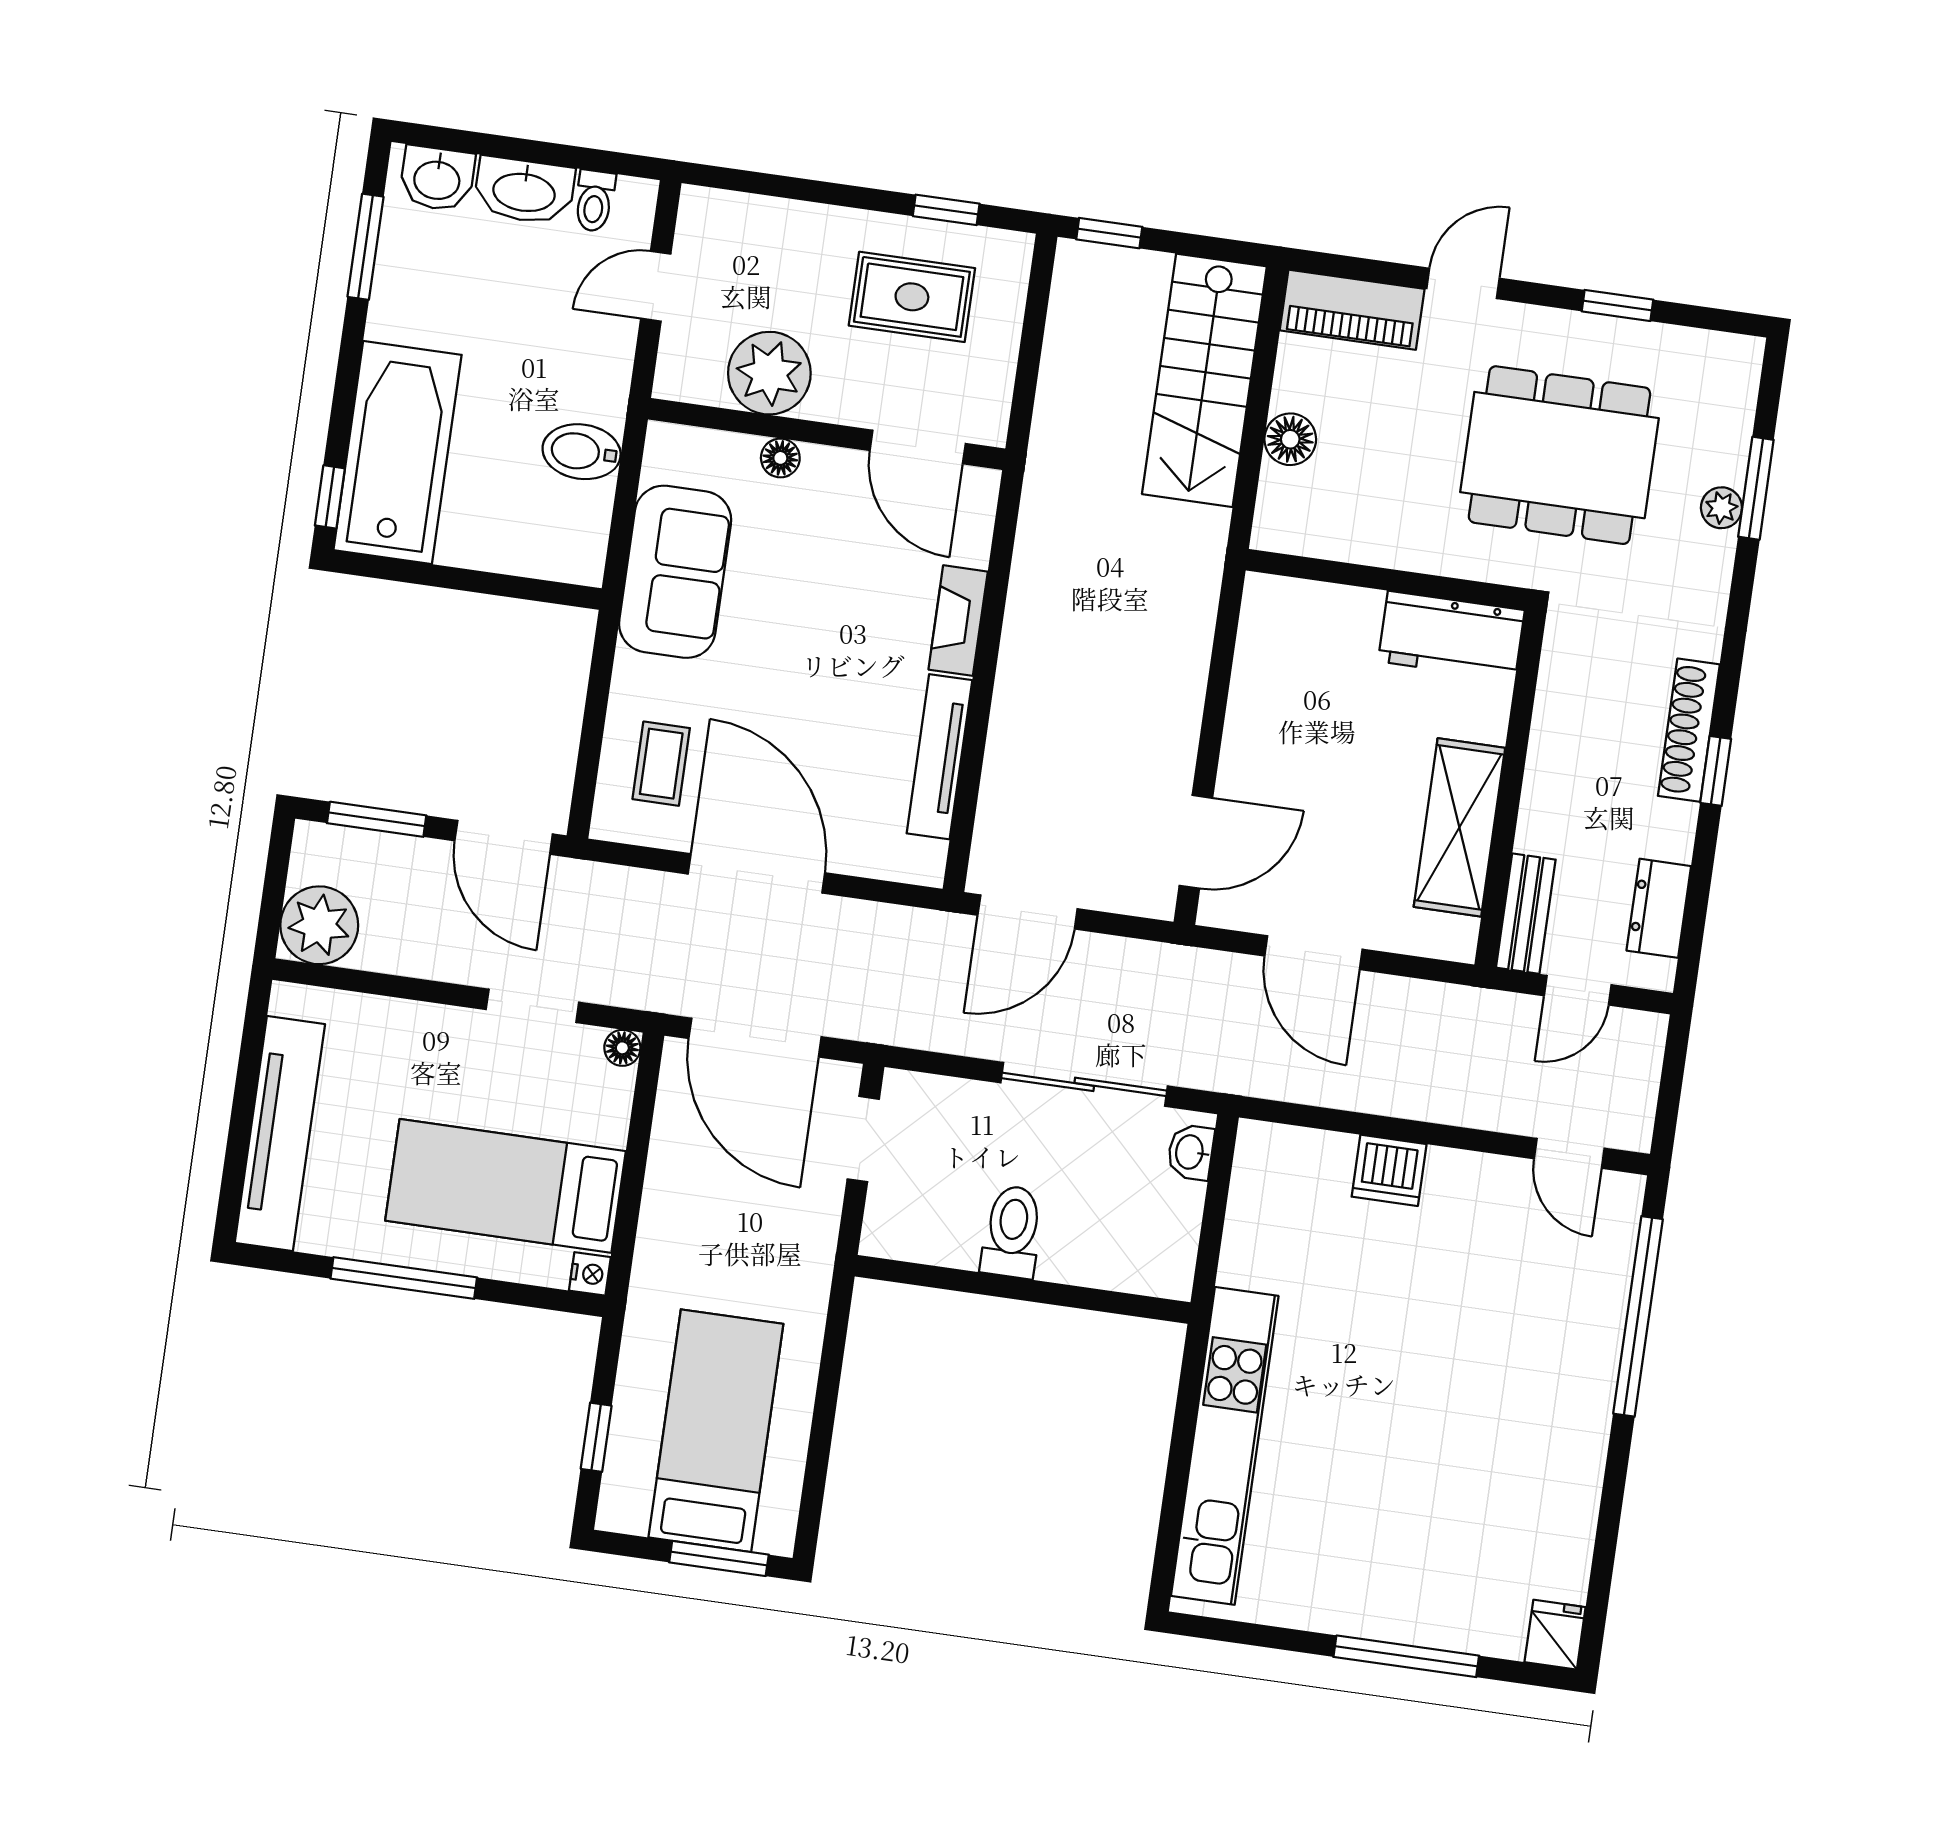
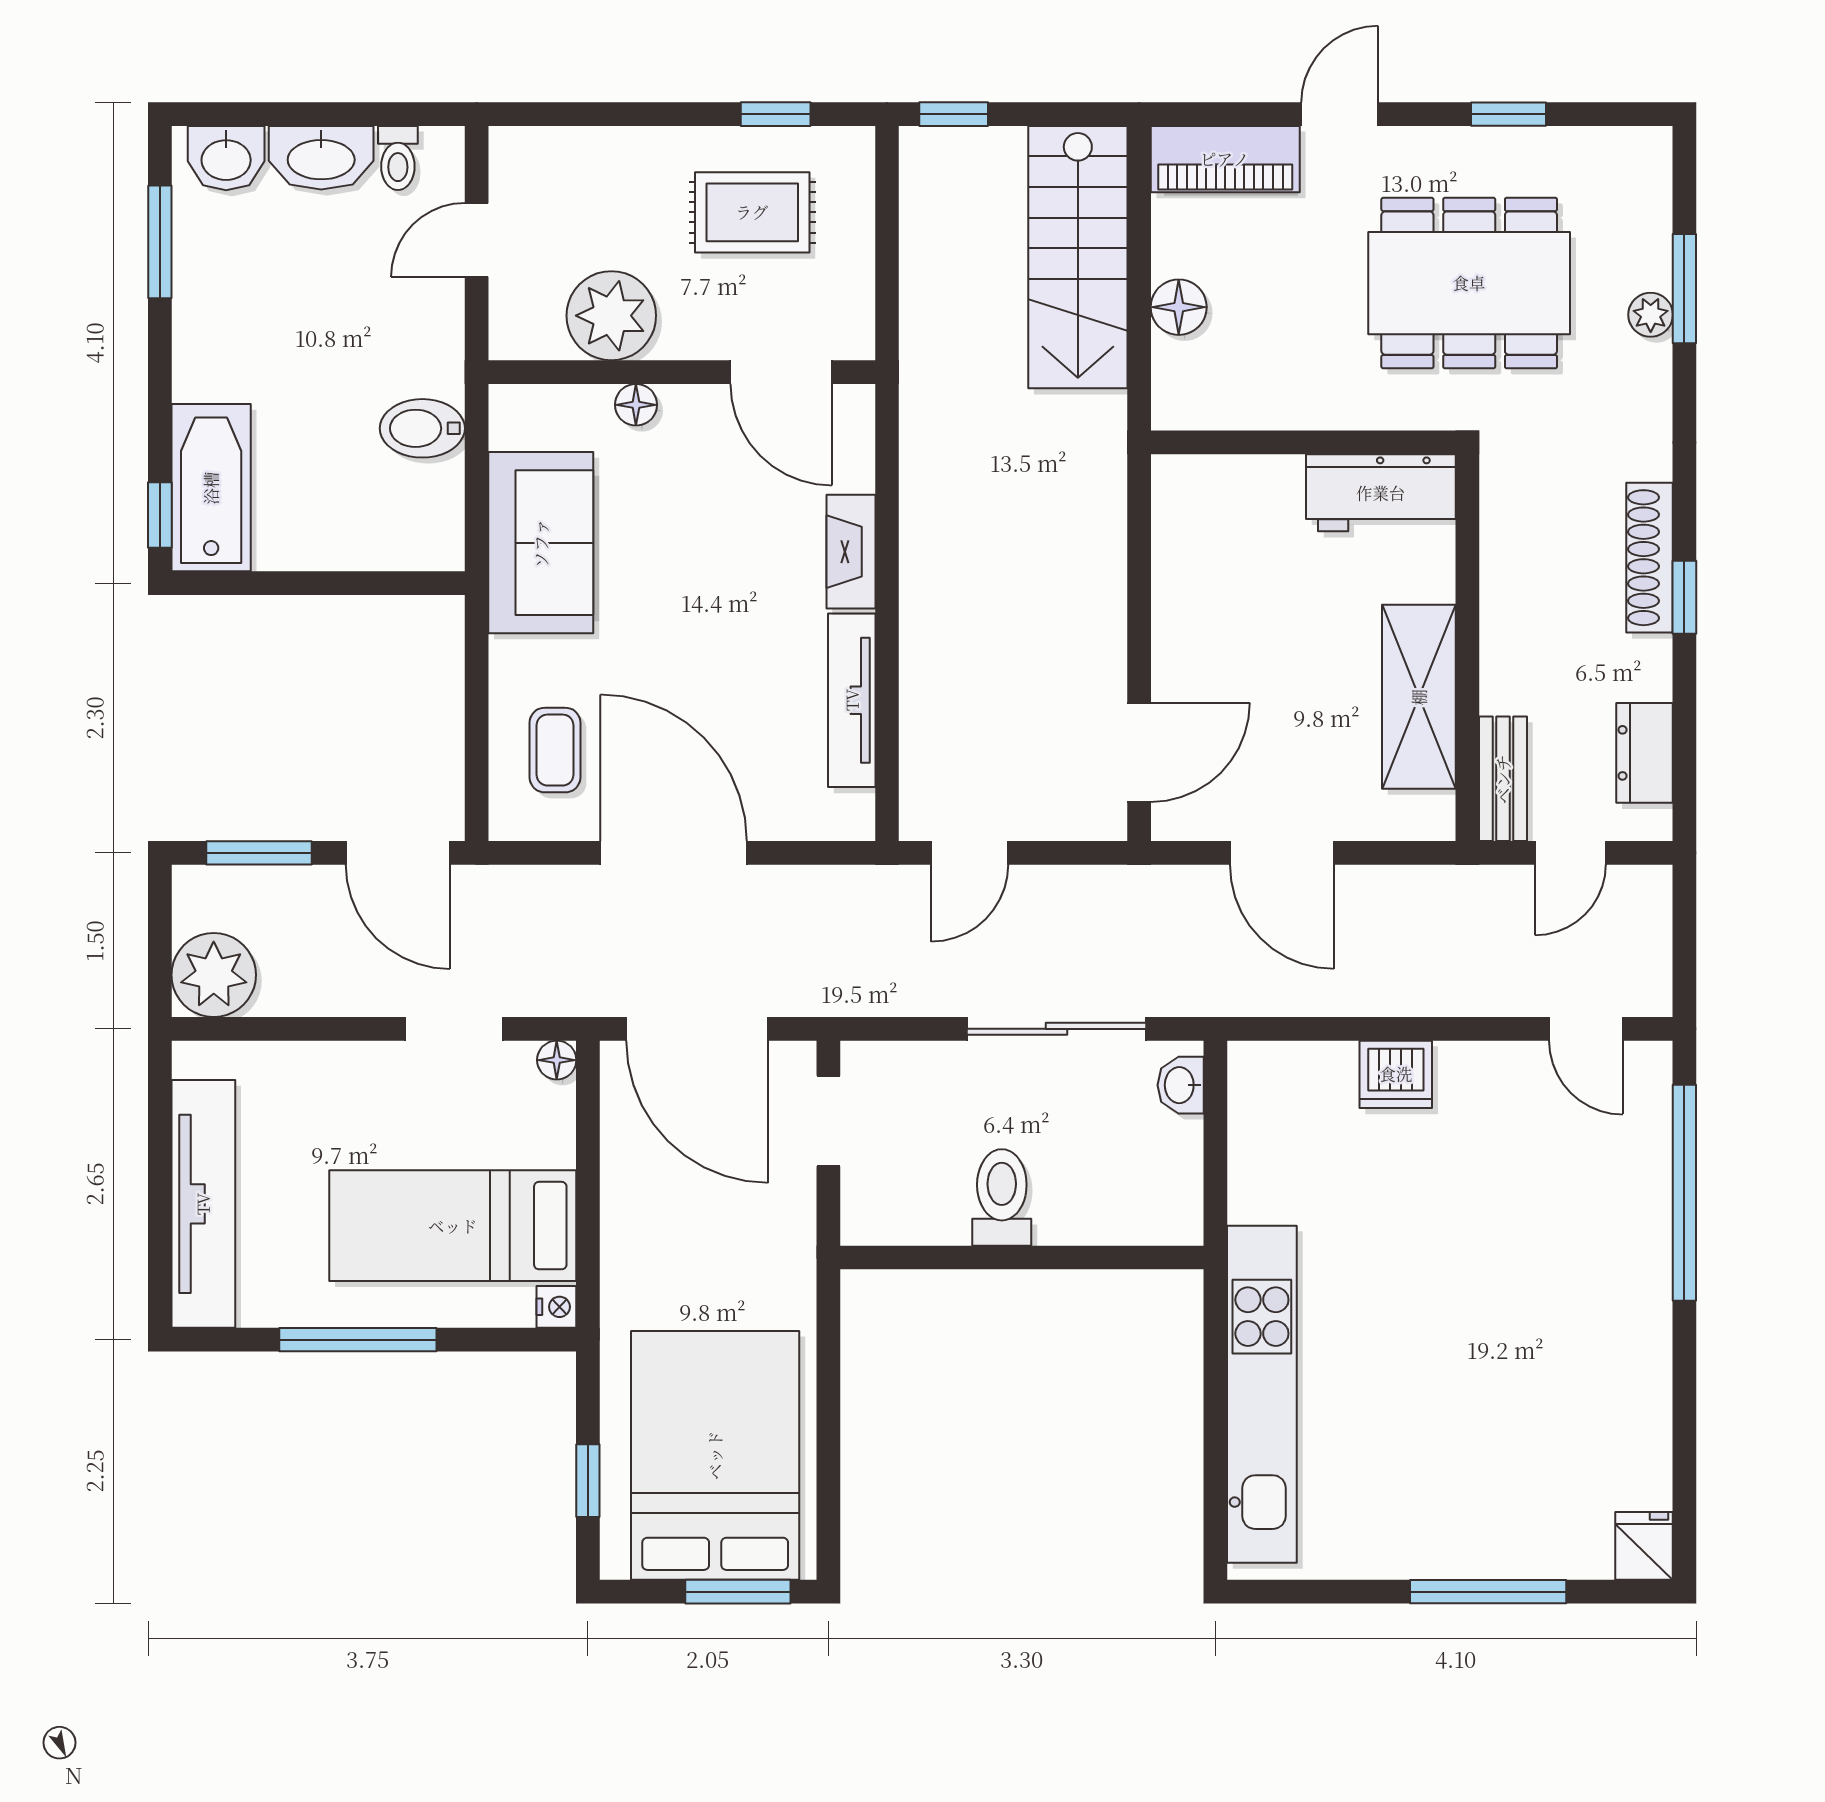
bathtub: (397, 452) -> (211, 488), width x0.73, depth x0.73
door: (1028, 912) -> (970, 853), width x0.73
bed: (716, 1431) -> (715, 1455), width x1.50

